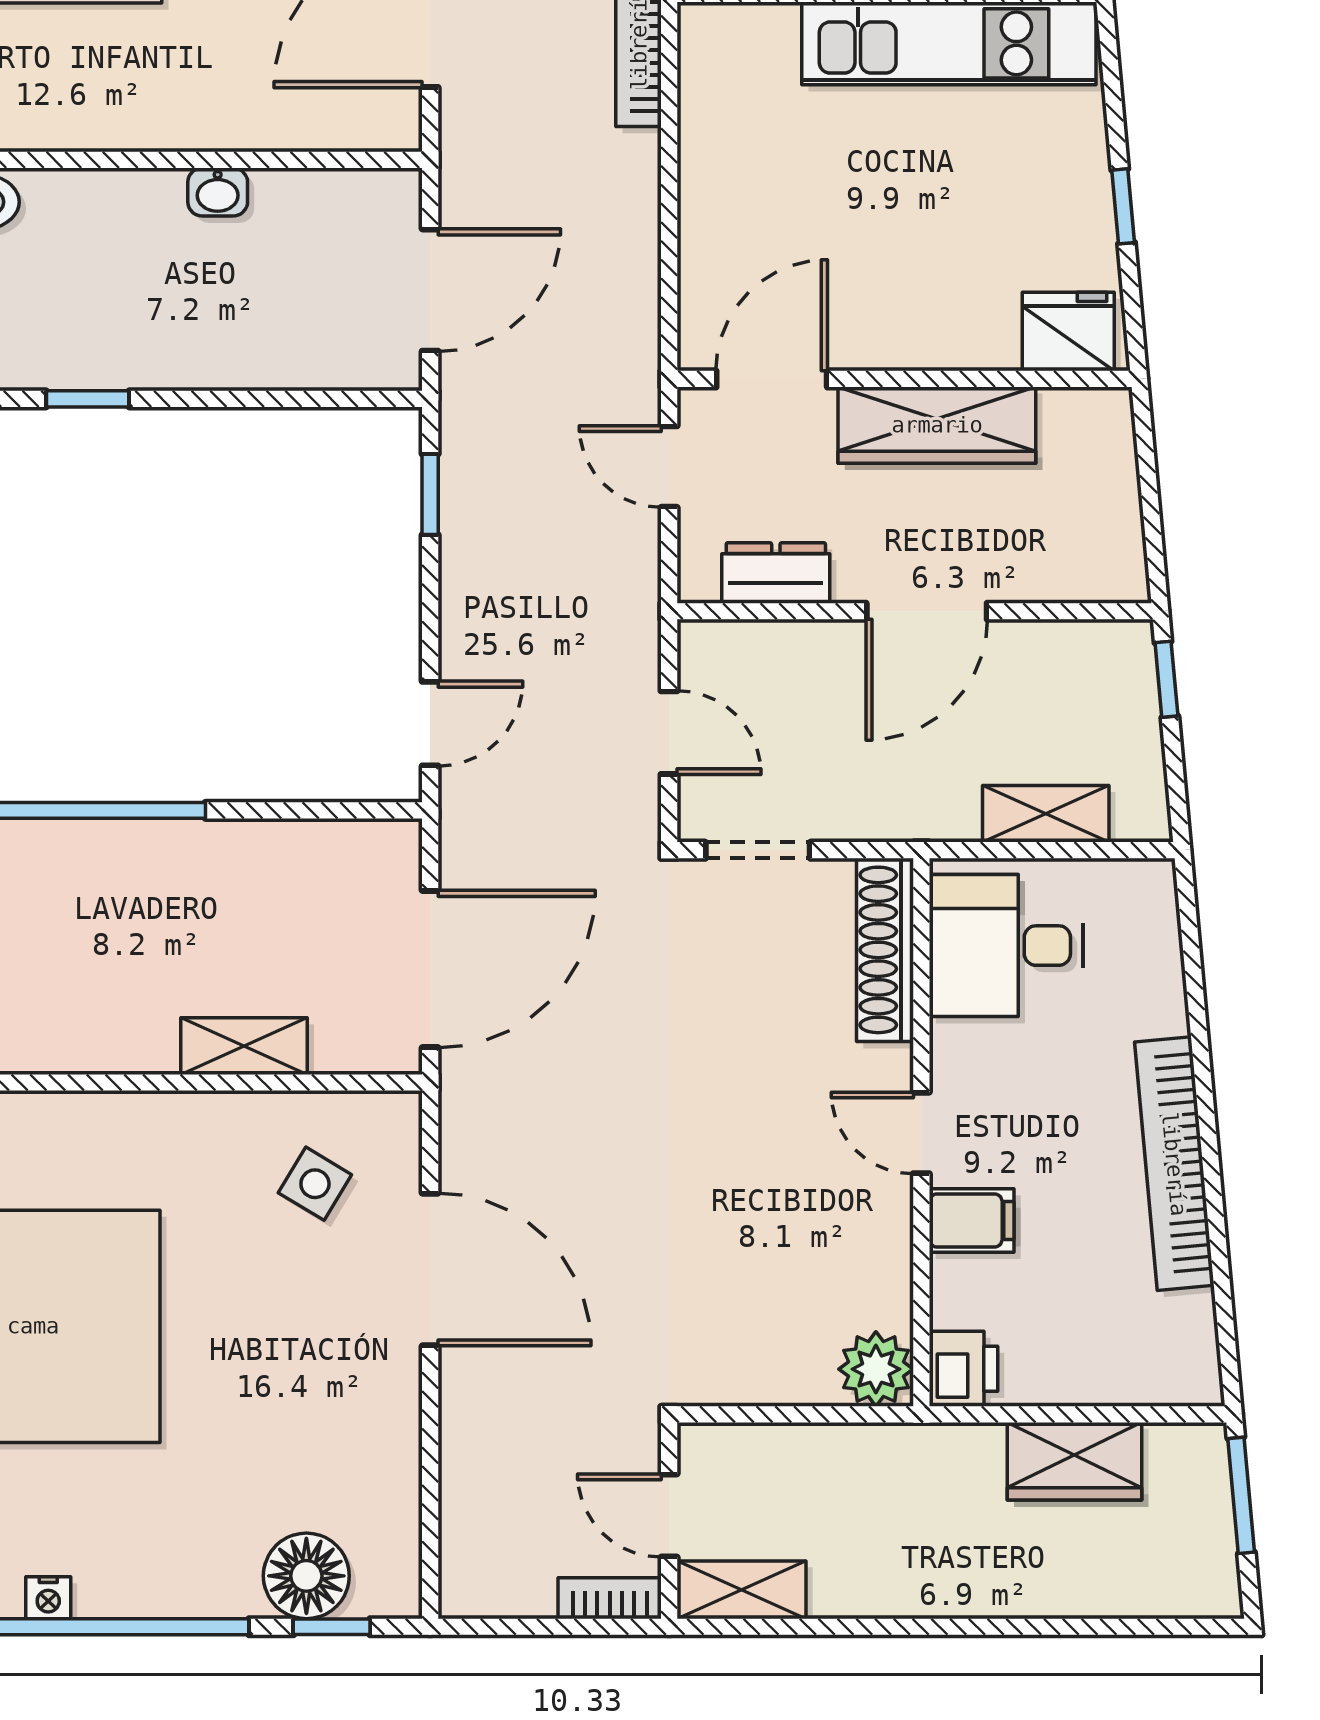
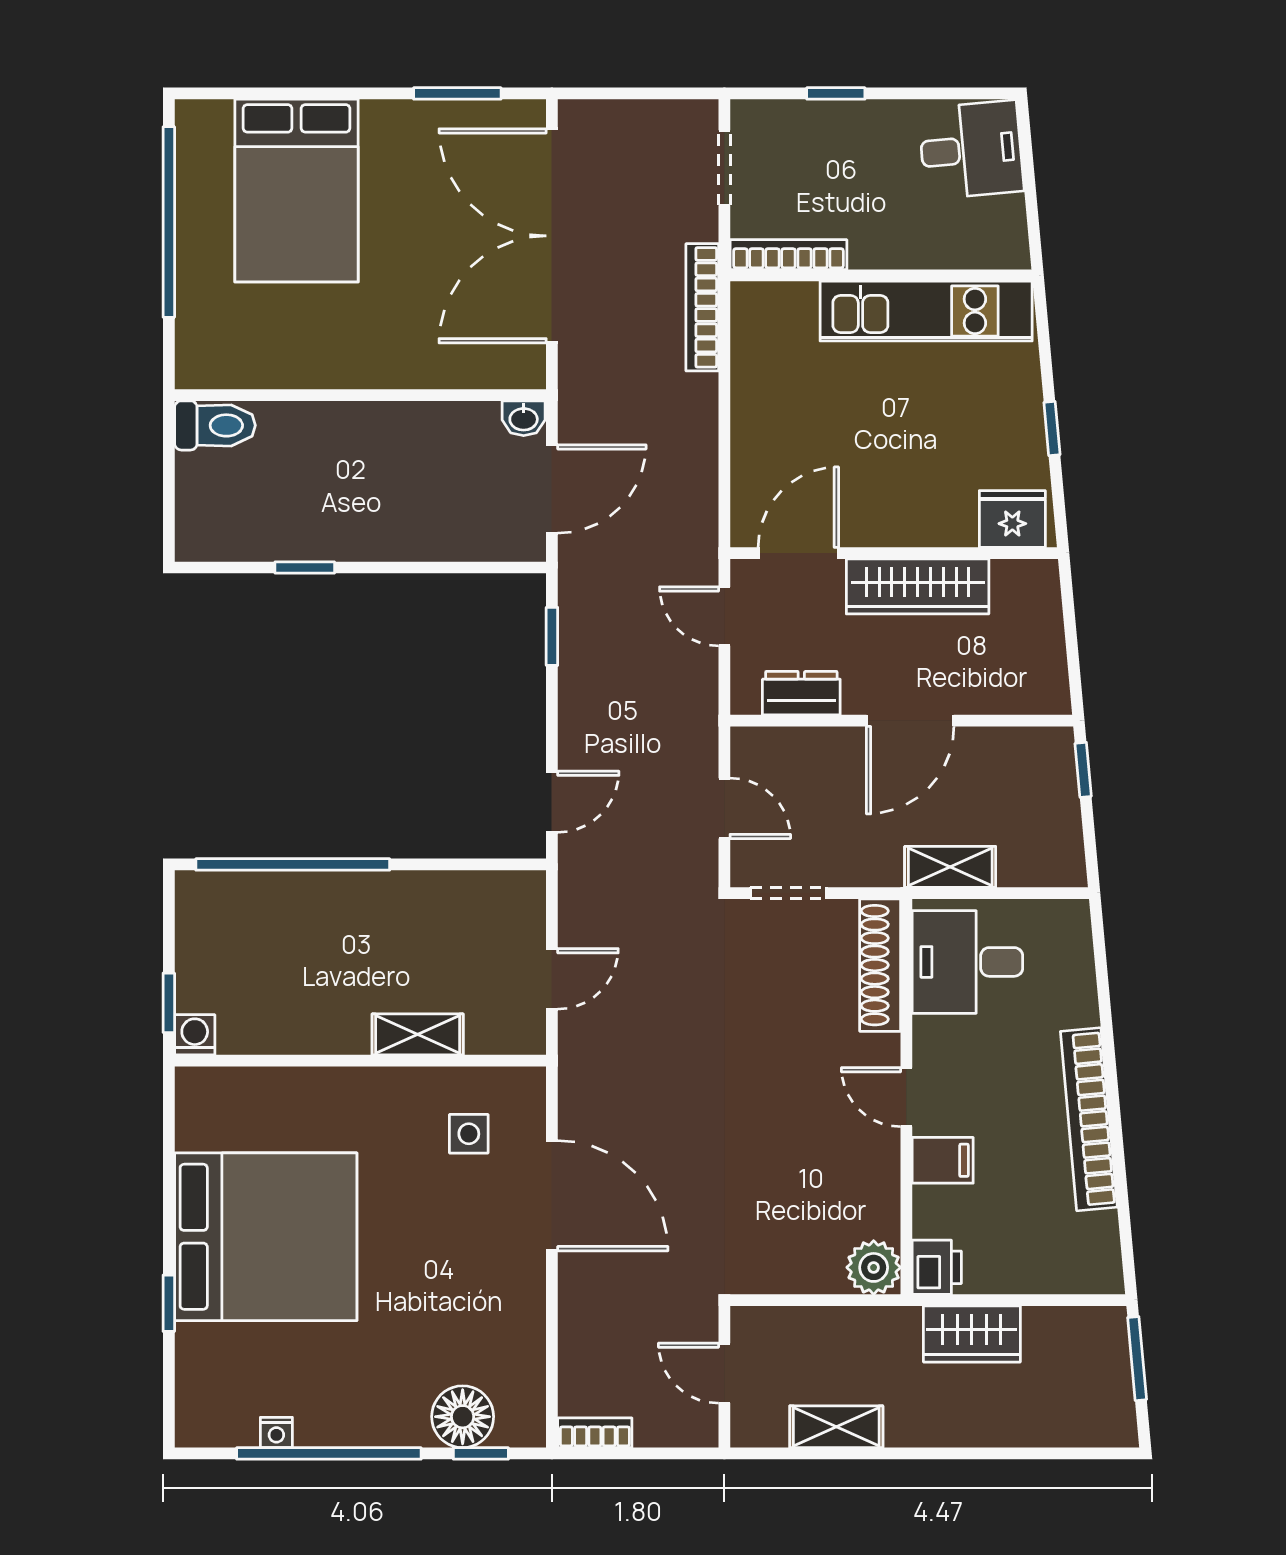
washbasin: (218, 192) -> (524, 418), moved
shelving: (1046, 814) -> (950, 867), moved
door: (430, 969) -> (552, 979), width x0.53
side table: (315, 1184) -> (469, 1134), turned -31
wardrobe: (1075, 1461) -> (972, 1334), moved
shelving: (741, 1590) -> (836, 1427), moved
bookcase: (610, 1598) -> (595, 1433), moved

